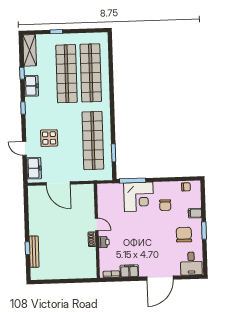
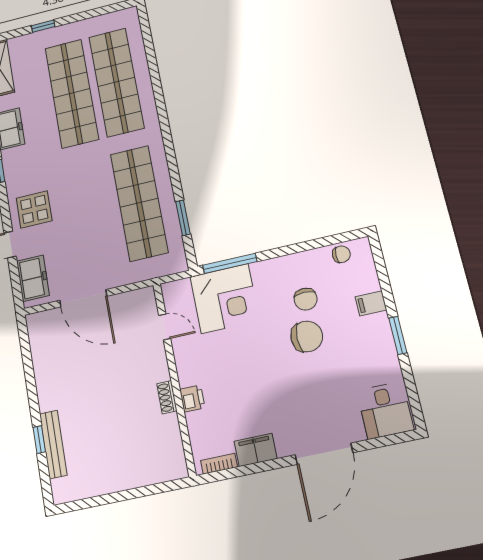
display table: (49, 138) -> (34, 209), moved
corner desk: (139, 197) -> (225, 298), moved
door: (97, 224) -> (165, 327), moved
chair: (184, 235) -> (307, 336), moved, turned 90

